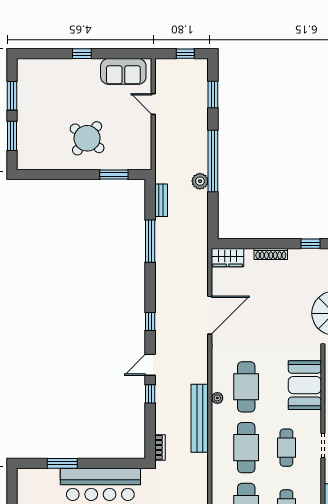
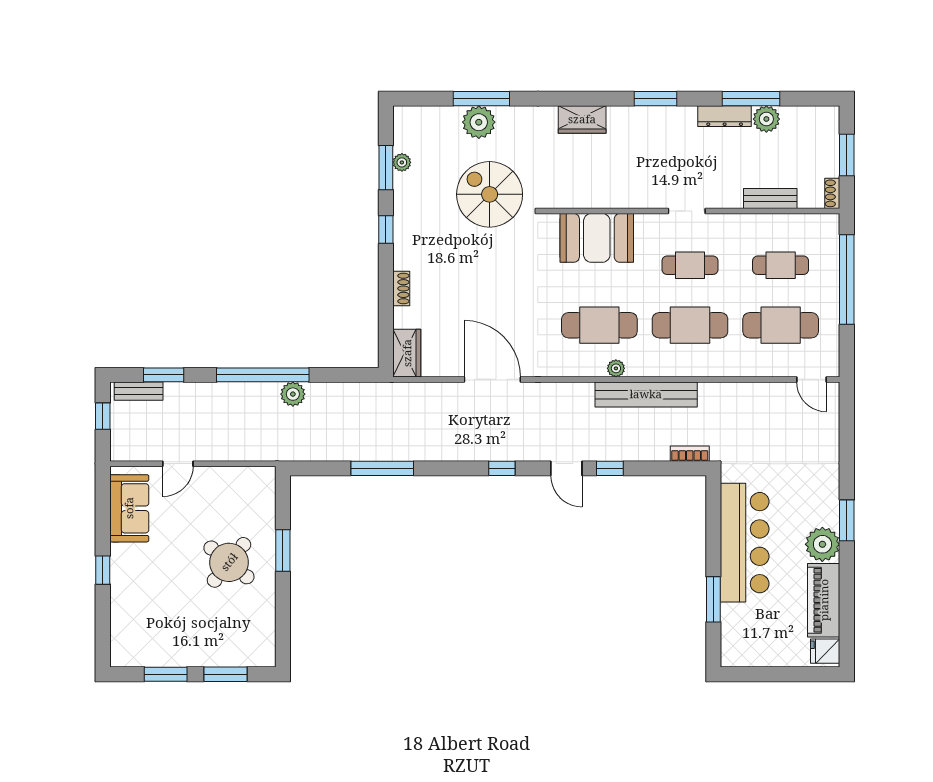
window: (114, 175) -> (283, 550), moved
bench: (161, 200) -> (139, 391), moved
shoe rack: (271, 254) -> (401, 289), width x0.70

